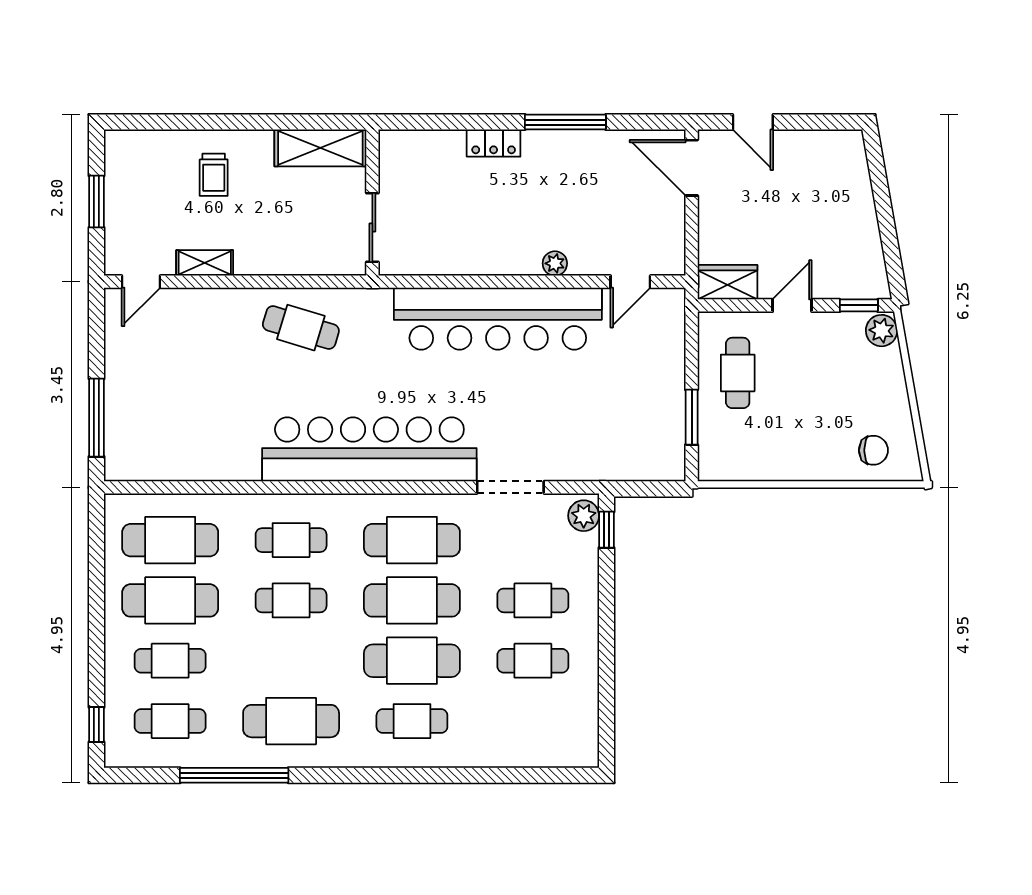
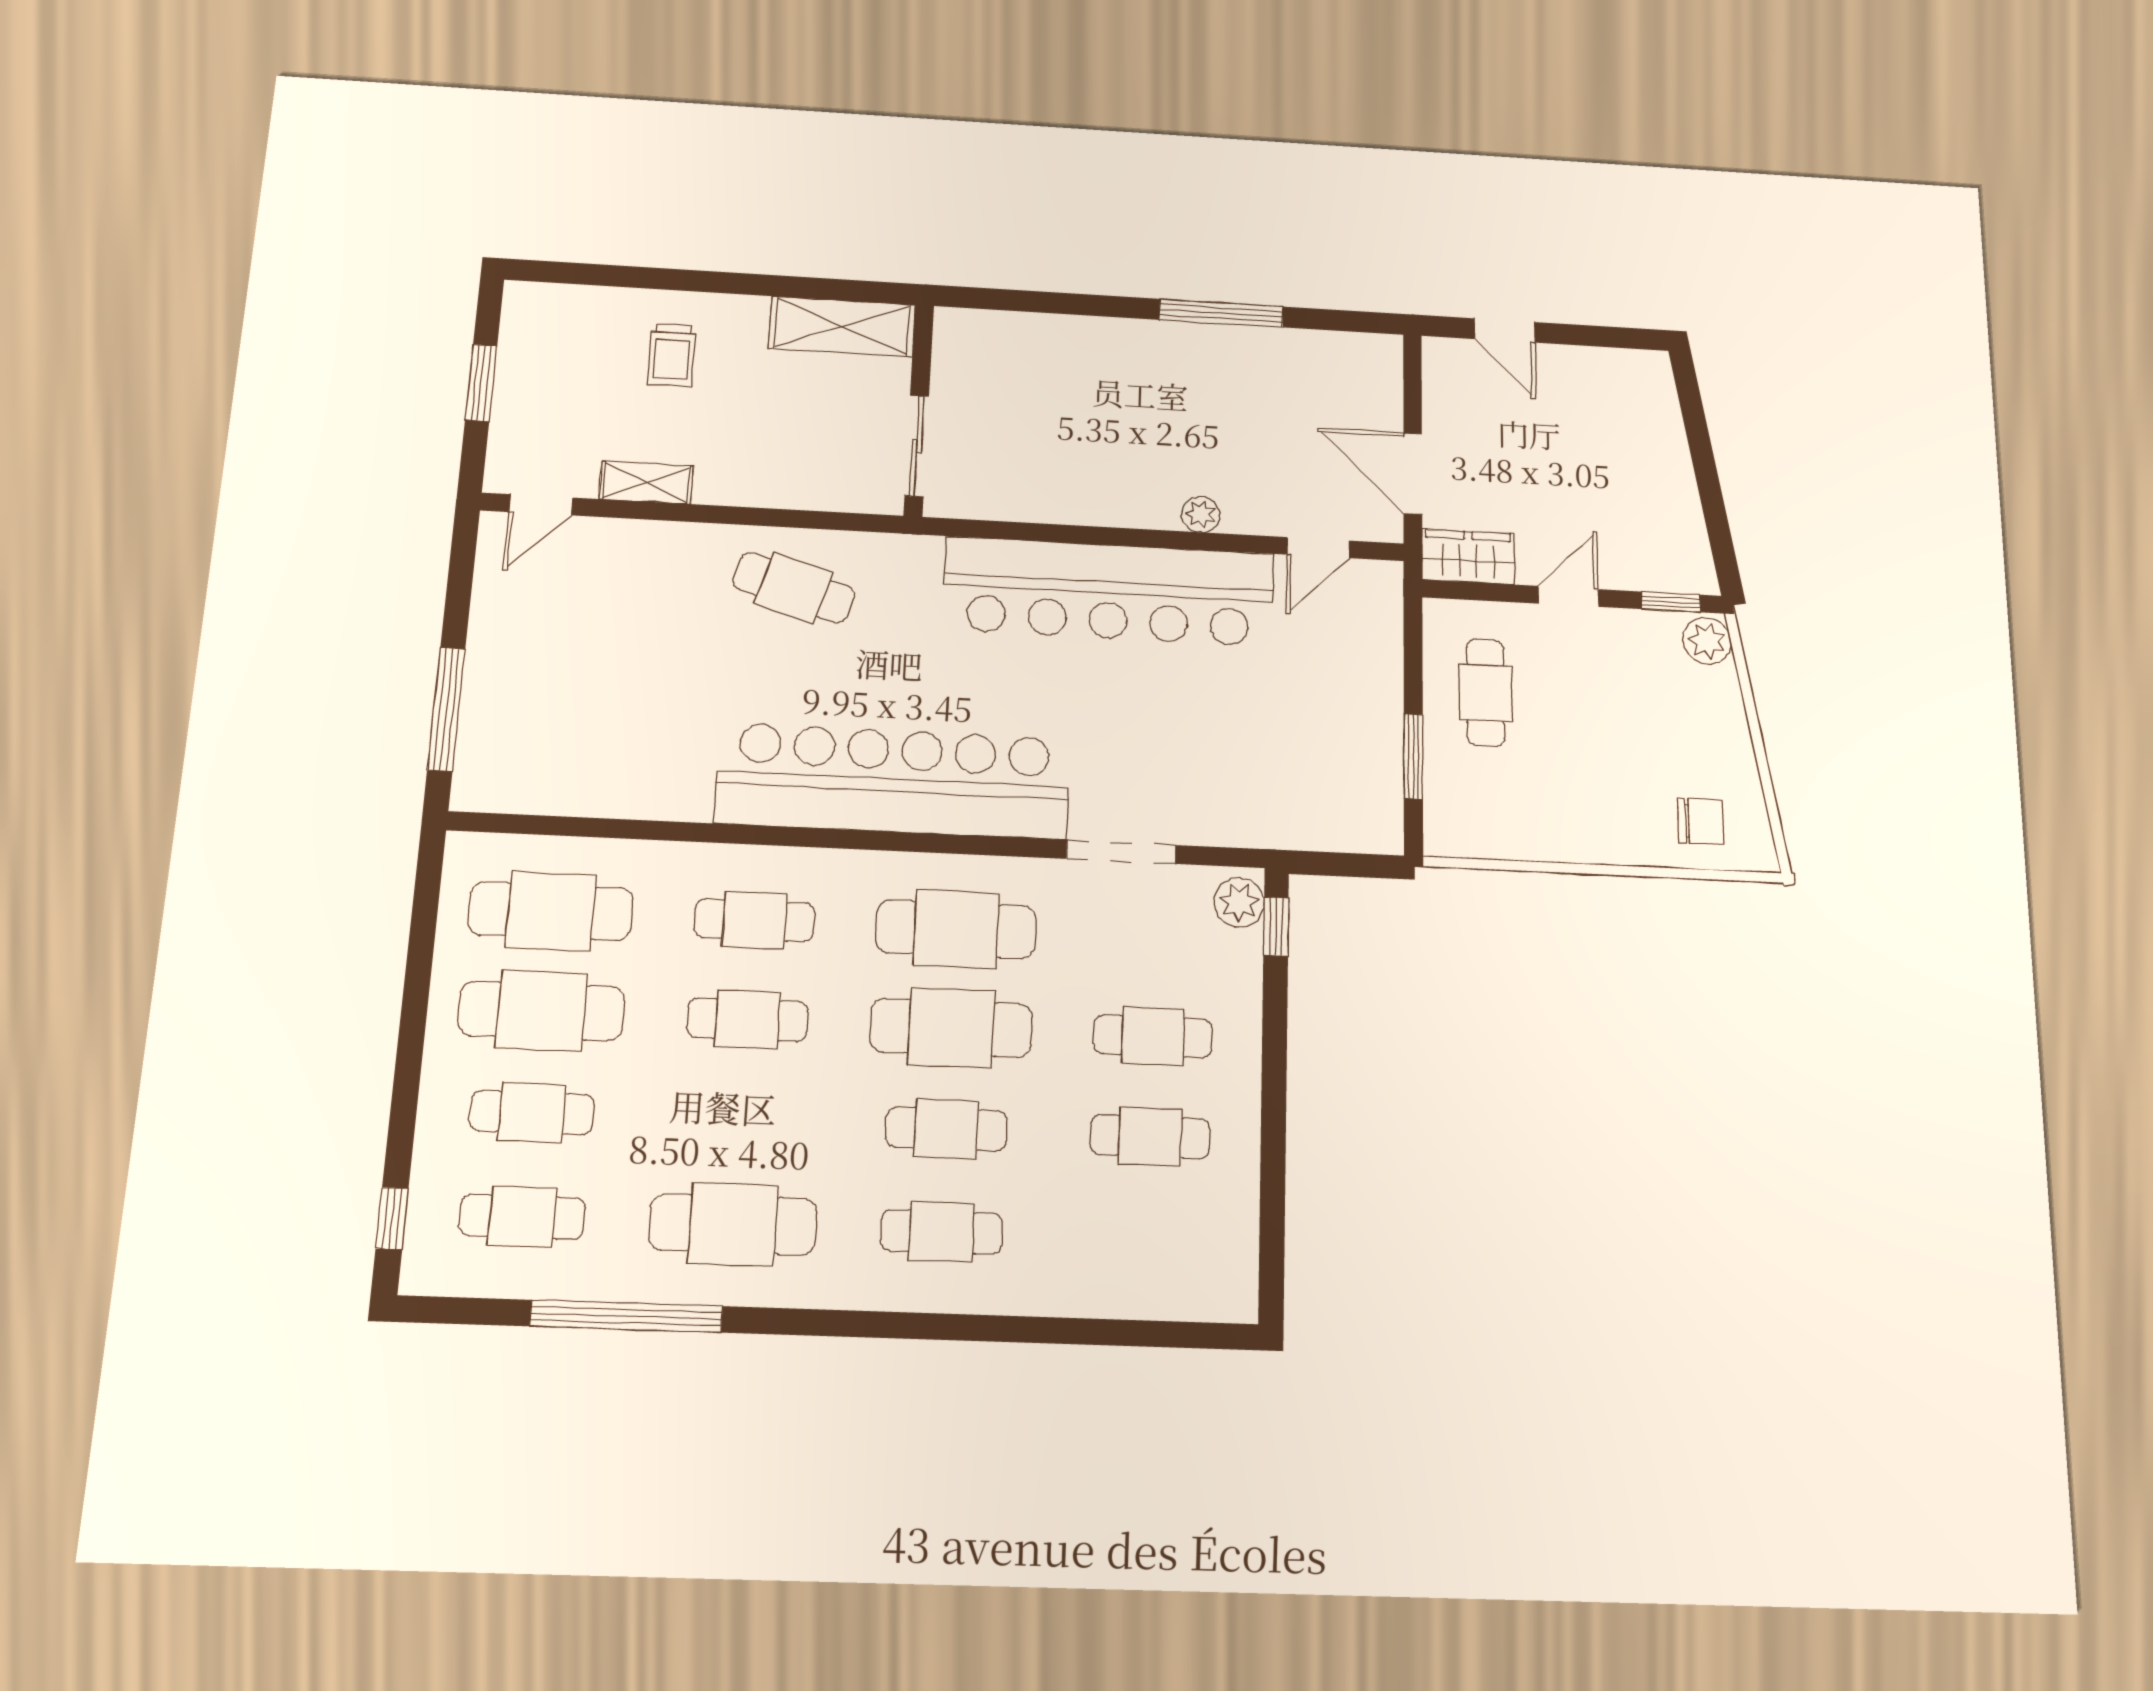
locker: (494, 143) -> (1111, 336), removed
door: (692, 168) -> (1413, 473), moved
cafe table: (412, 661) -> (946, 1129), width x0.73, depth x0.74

